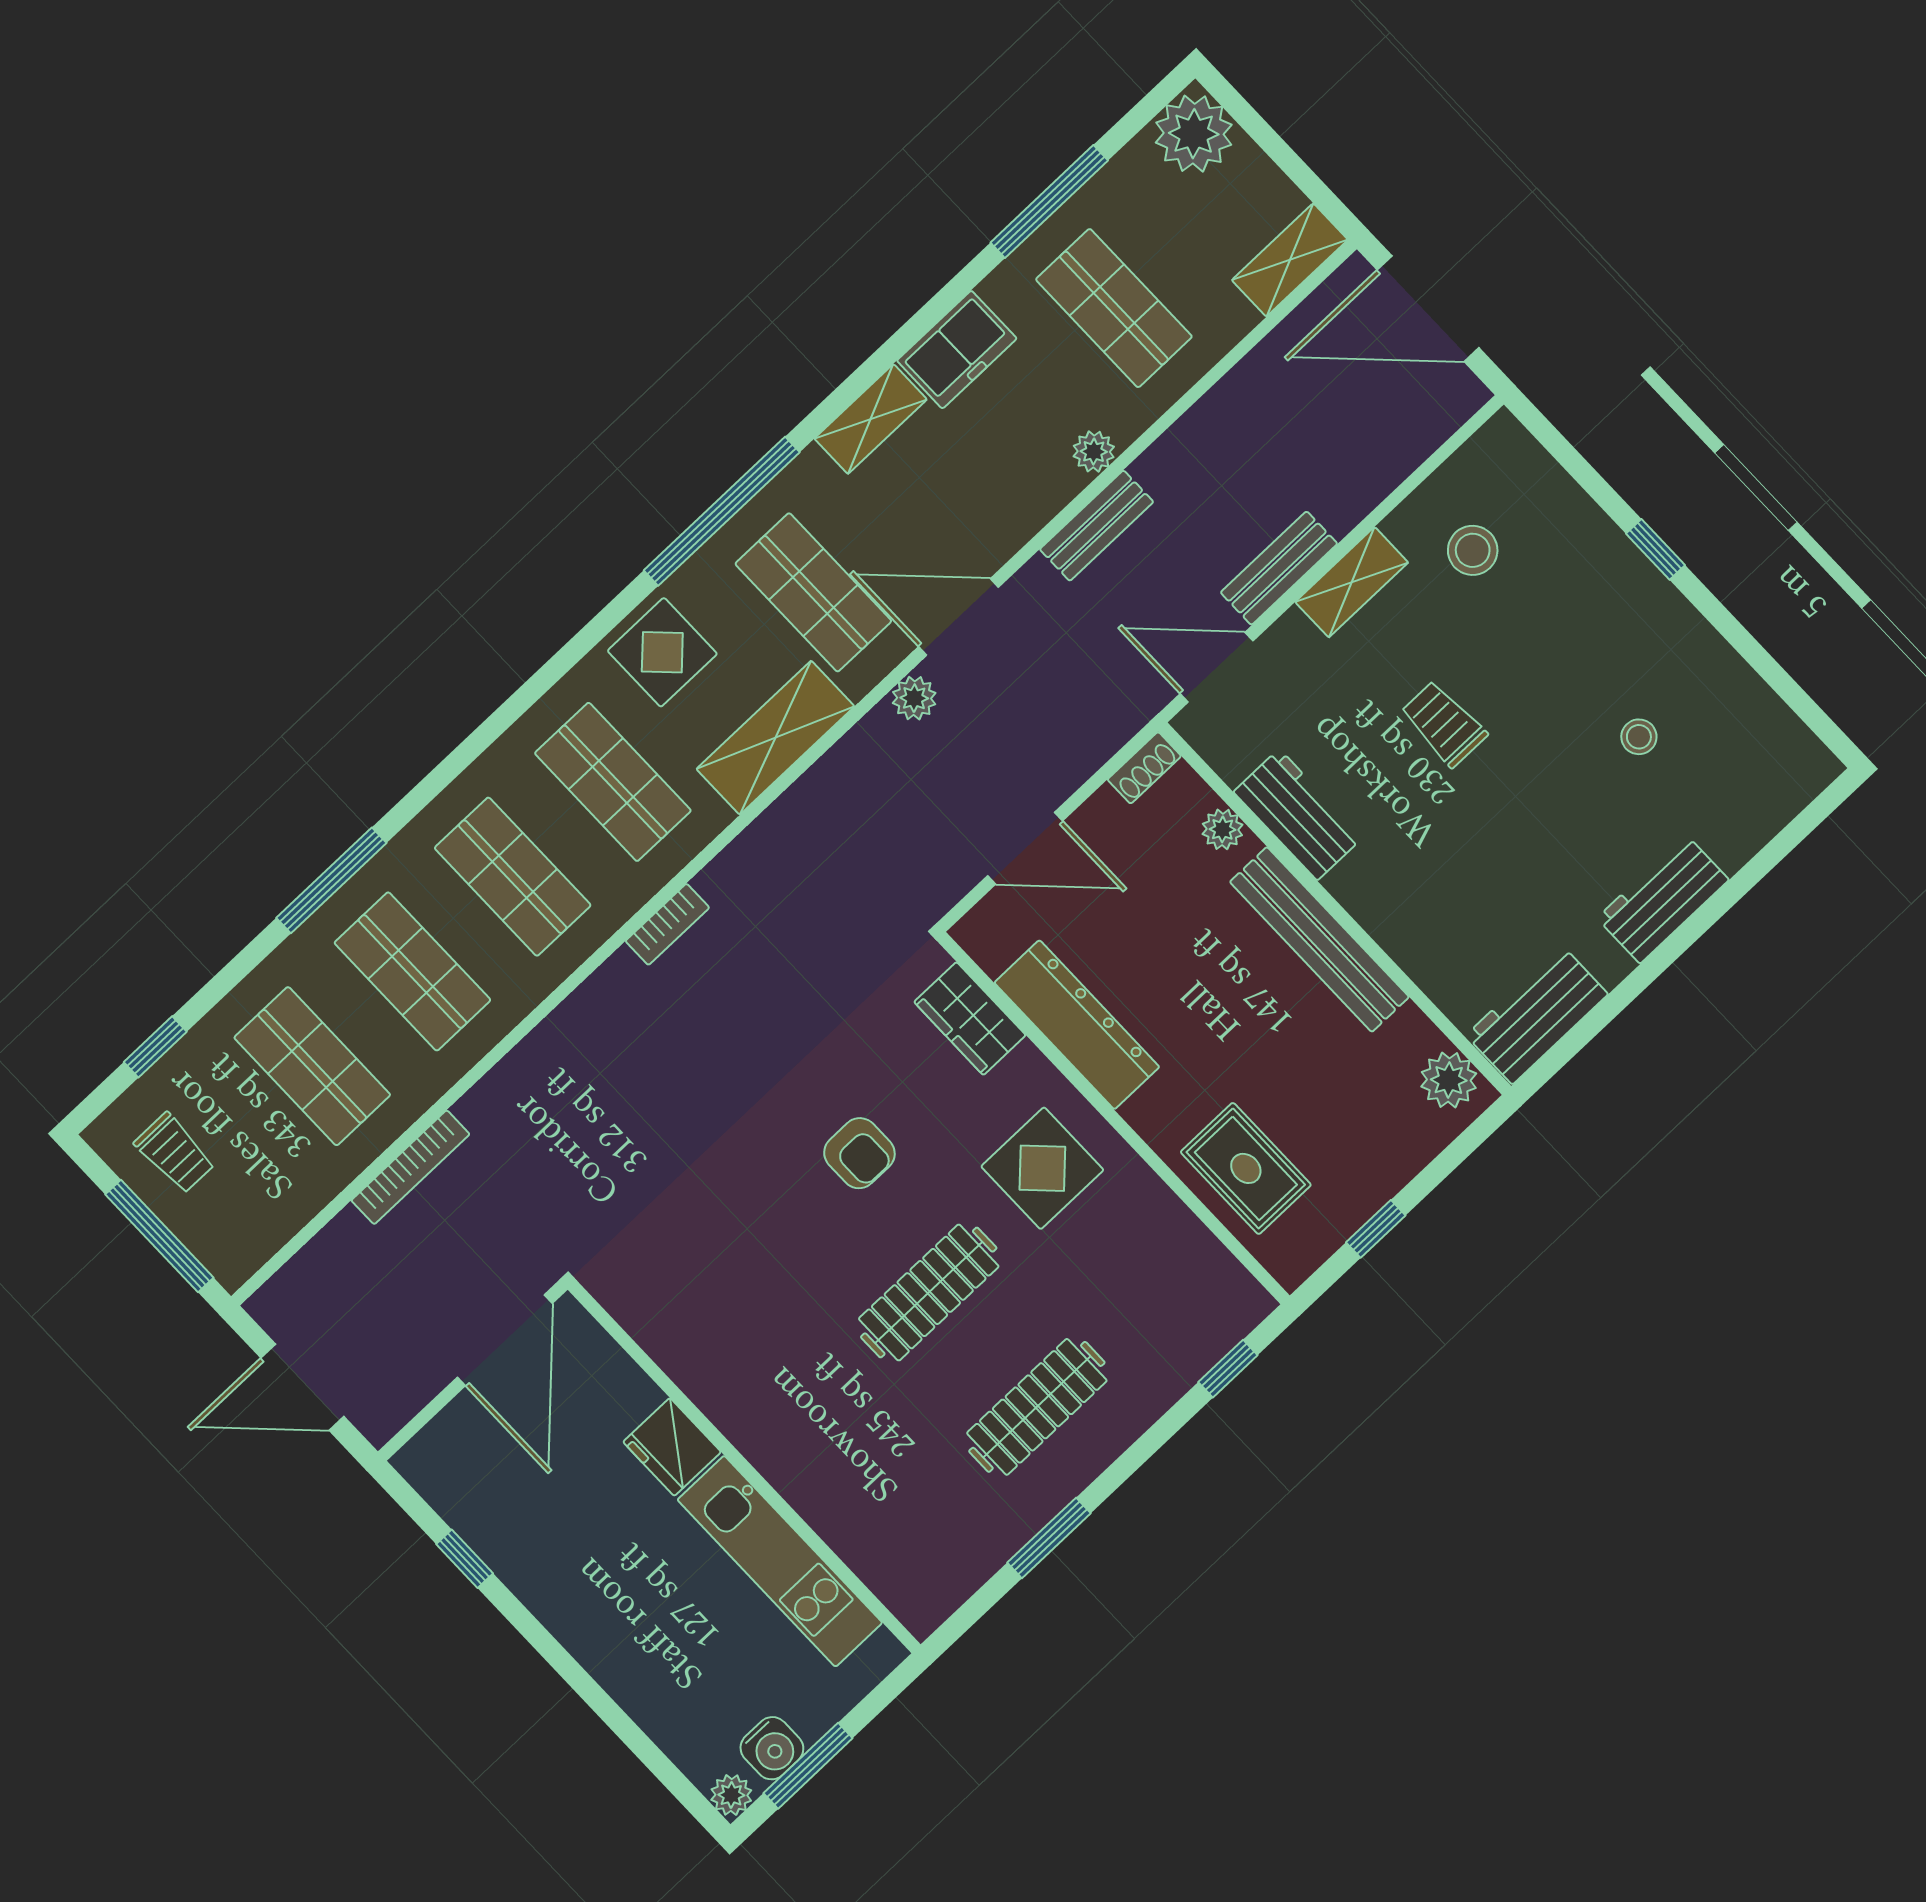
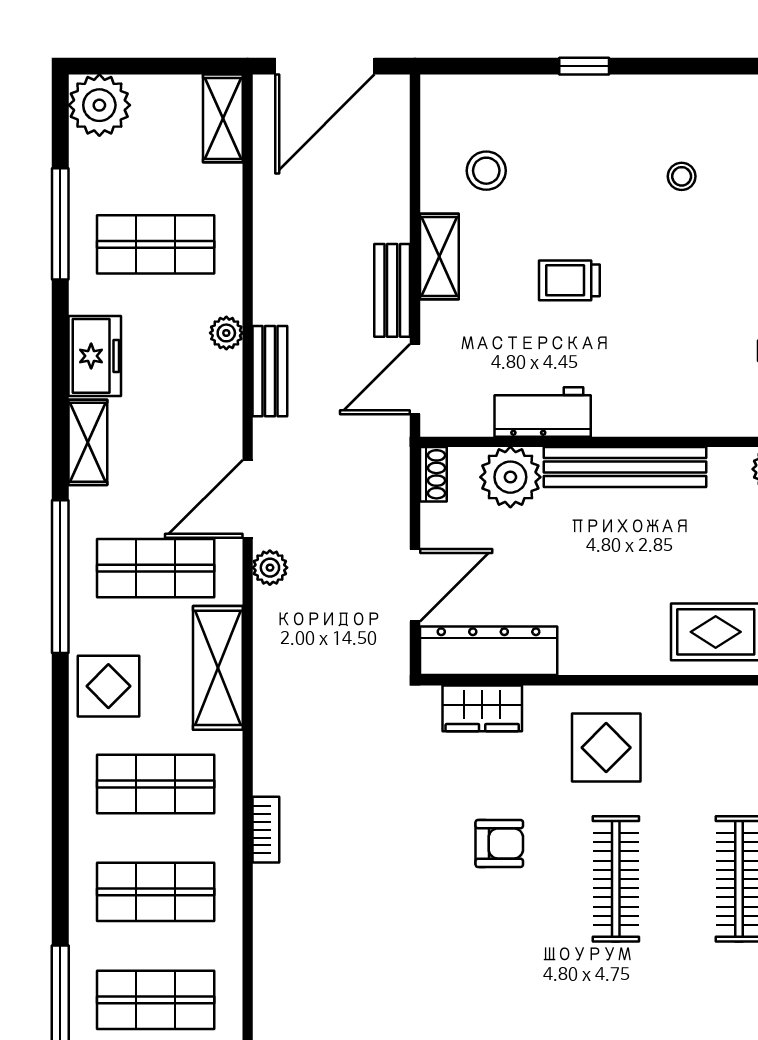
plant: (1222, 829) -> (510, 477), width x1.88, depth x1.88
dresser: (1077, 1025) -> (489, 651), moved

